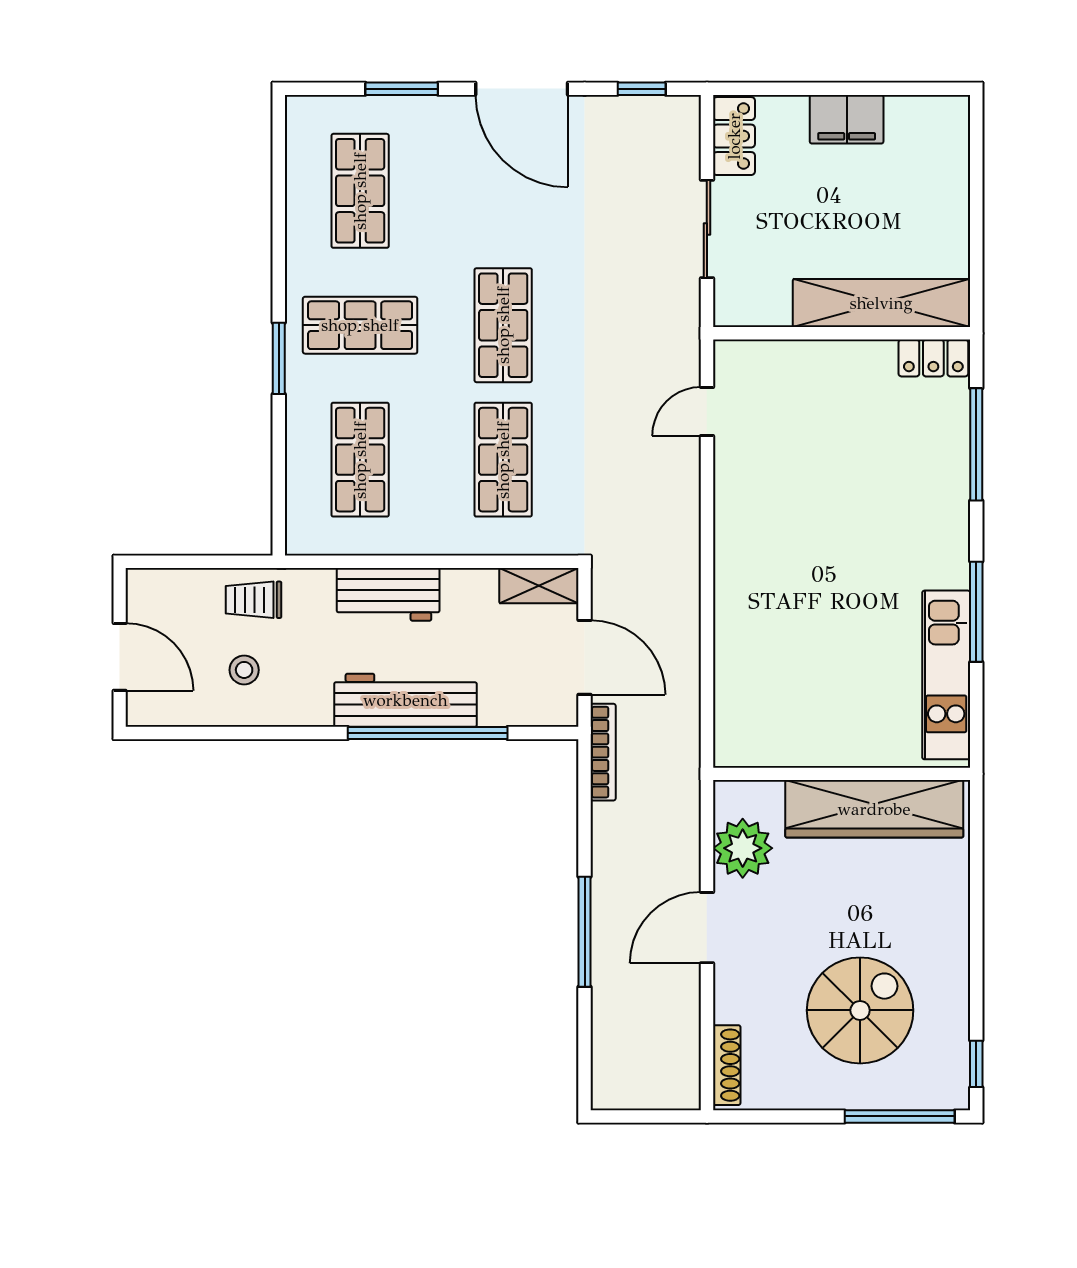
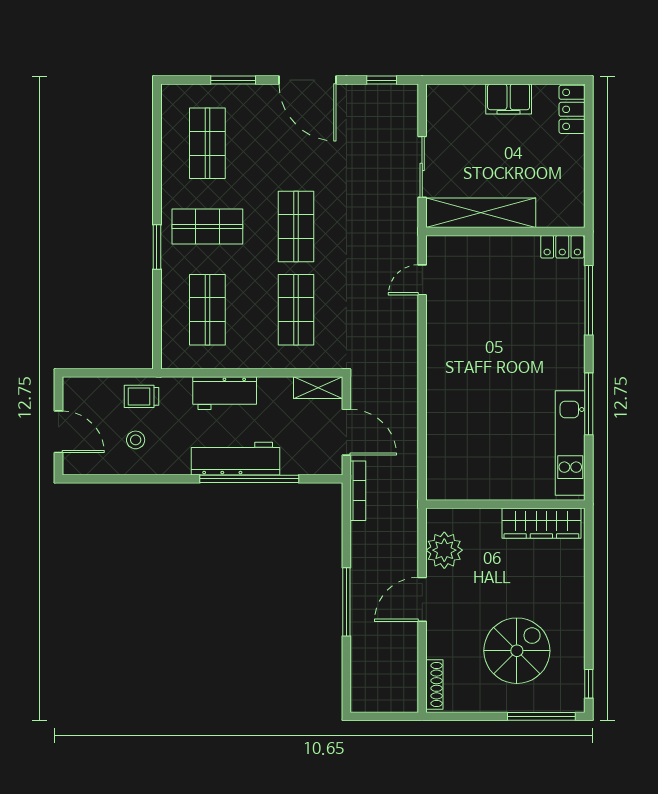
locker: (734, 136) -> (572, 109), moved, turned 180
shelving: (881, 303) -> (481, 213), moved
wardrobe: (874, 809) -> (541, 523), width x0.71, depth x0.85

